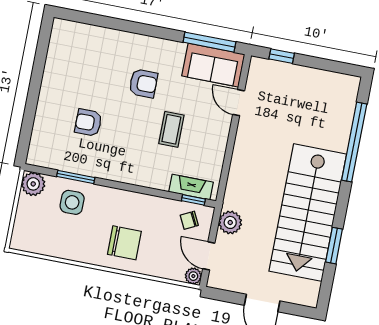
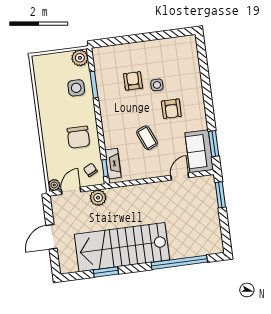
window: (209, 42) -> (214, 144), width x0.69
window: (282, 56) -> (220, 195), width x1.50
side table: (105, 92) -> (157, 85), added
coffee table: (171, 129) -> (147, 138), turned 67
chair: (124, 243) -> (78, 137), moved

